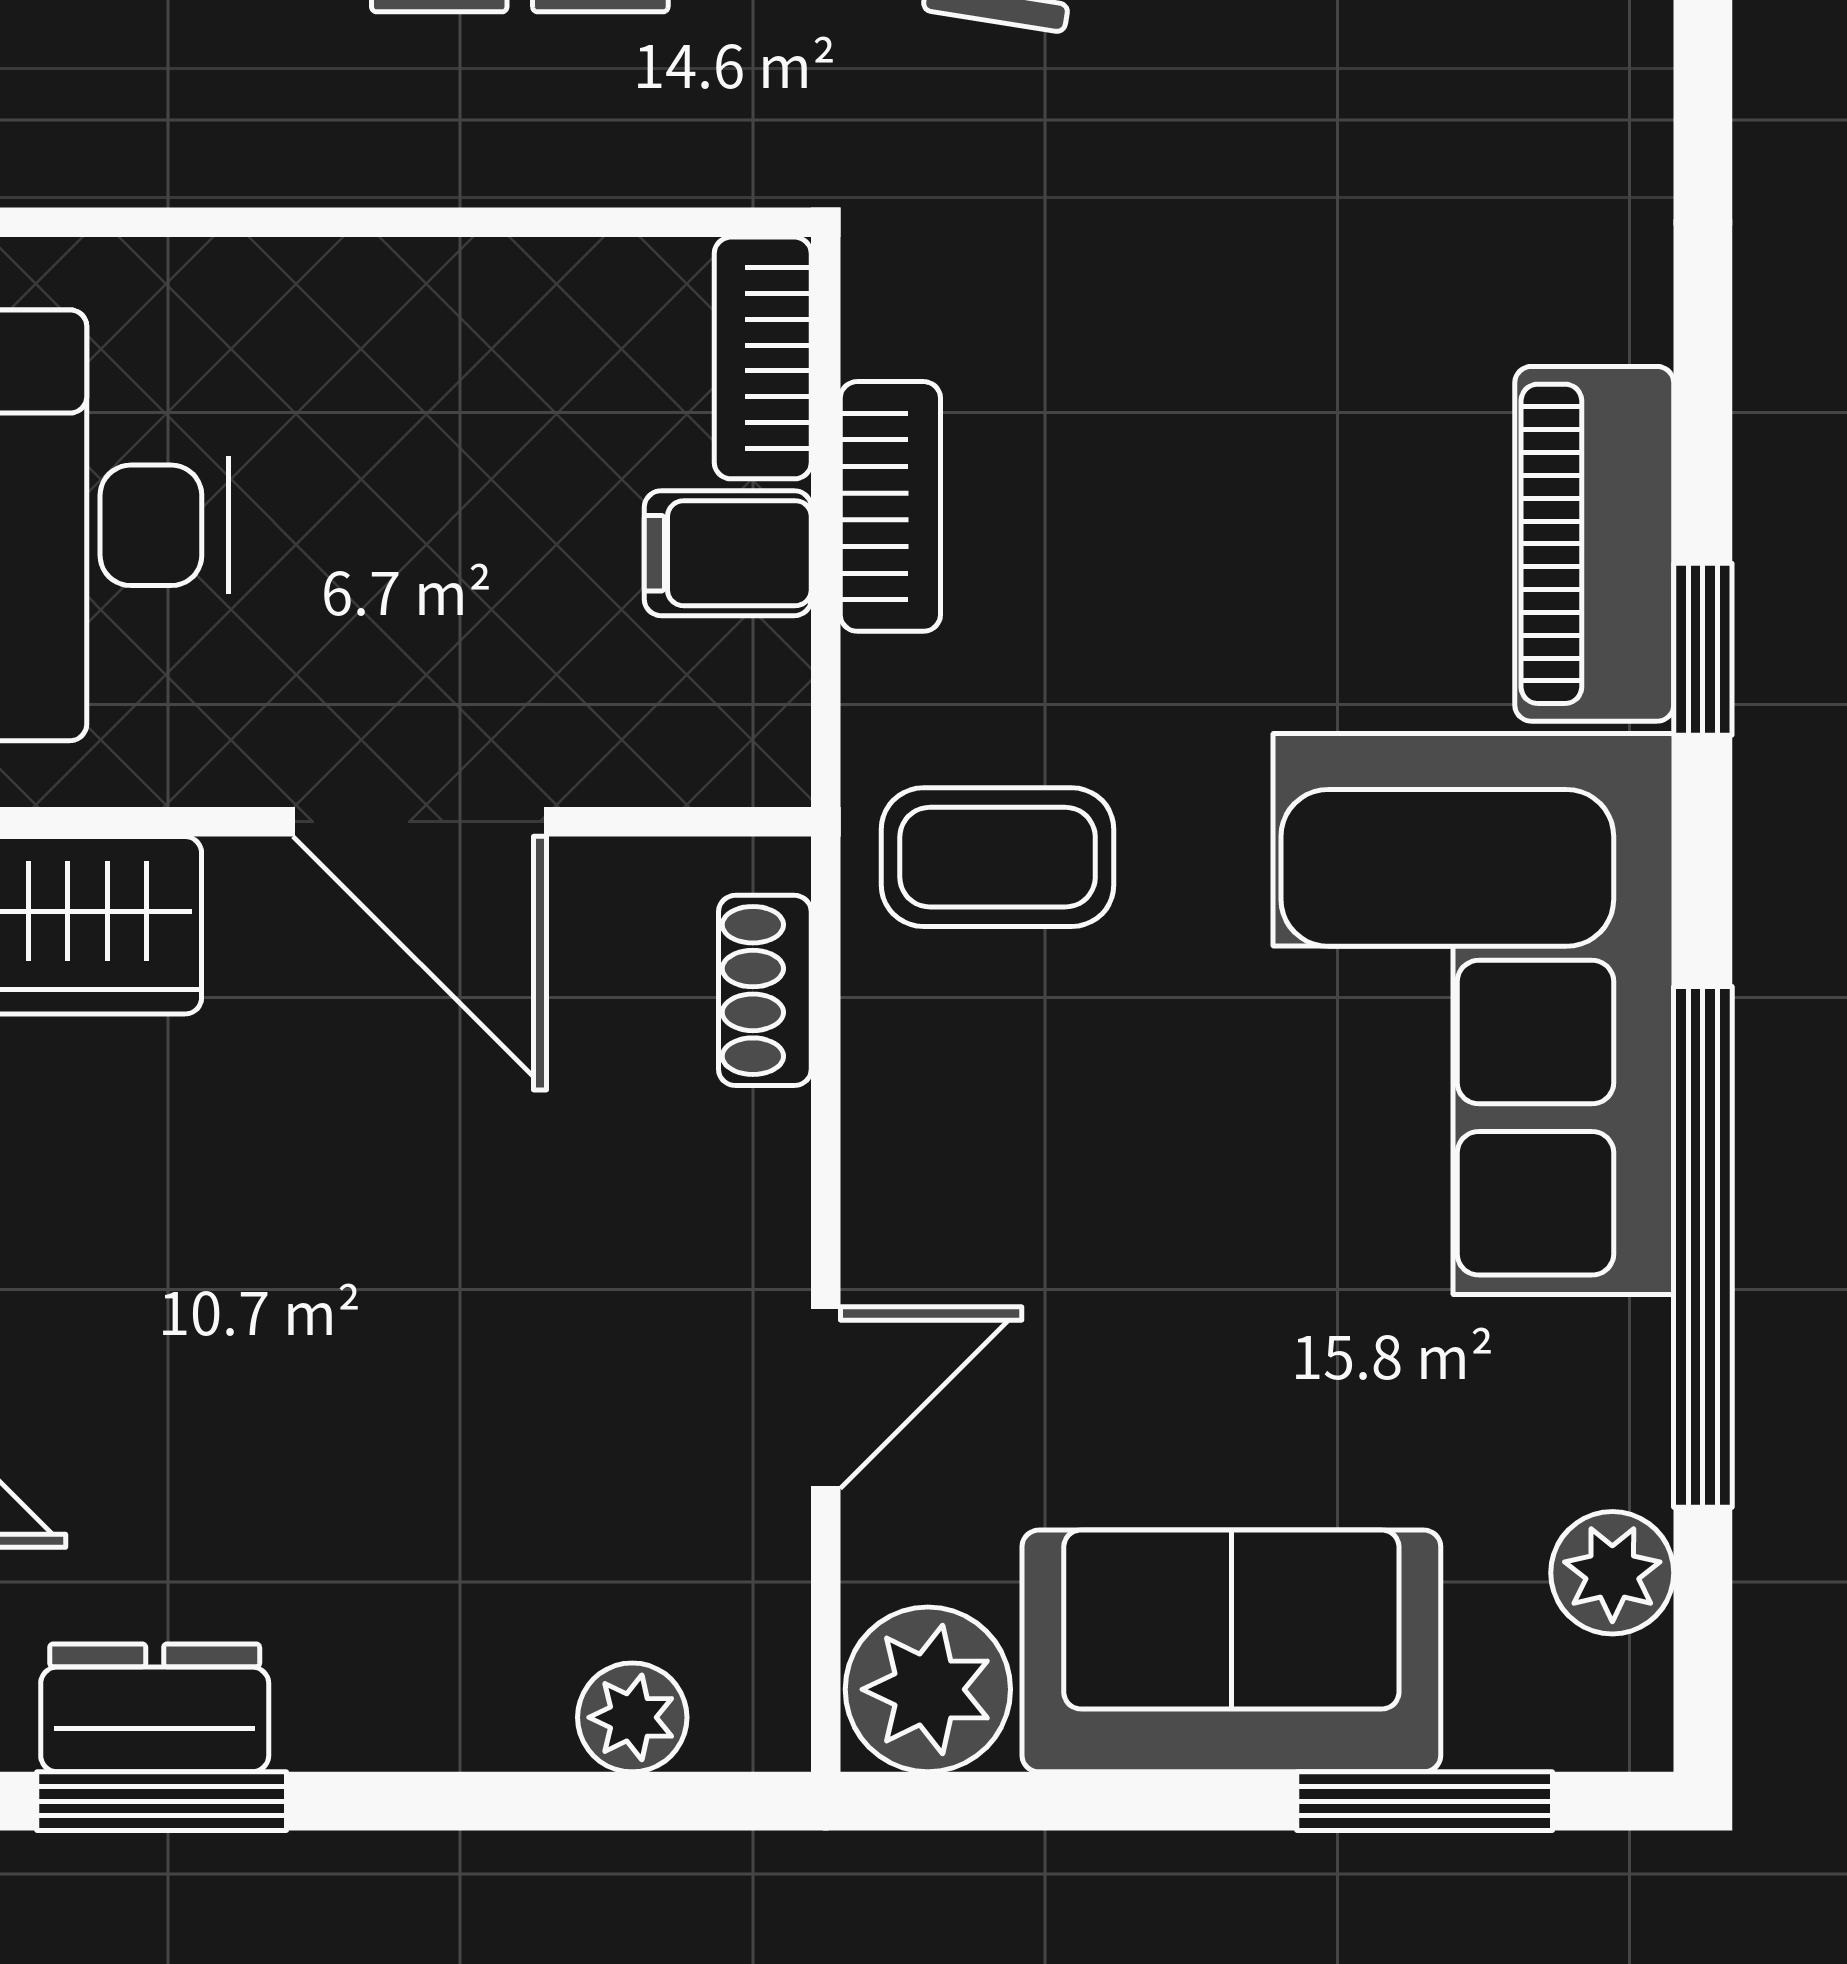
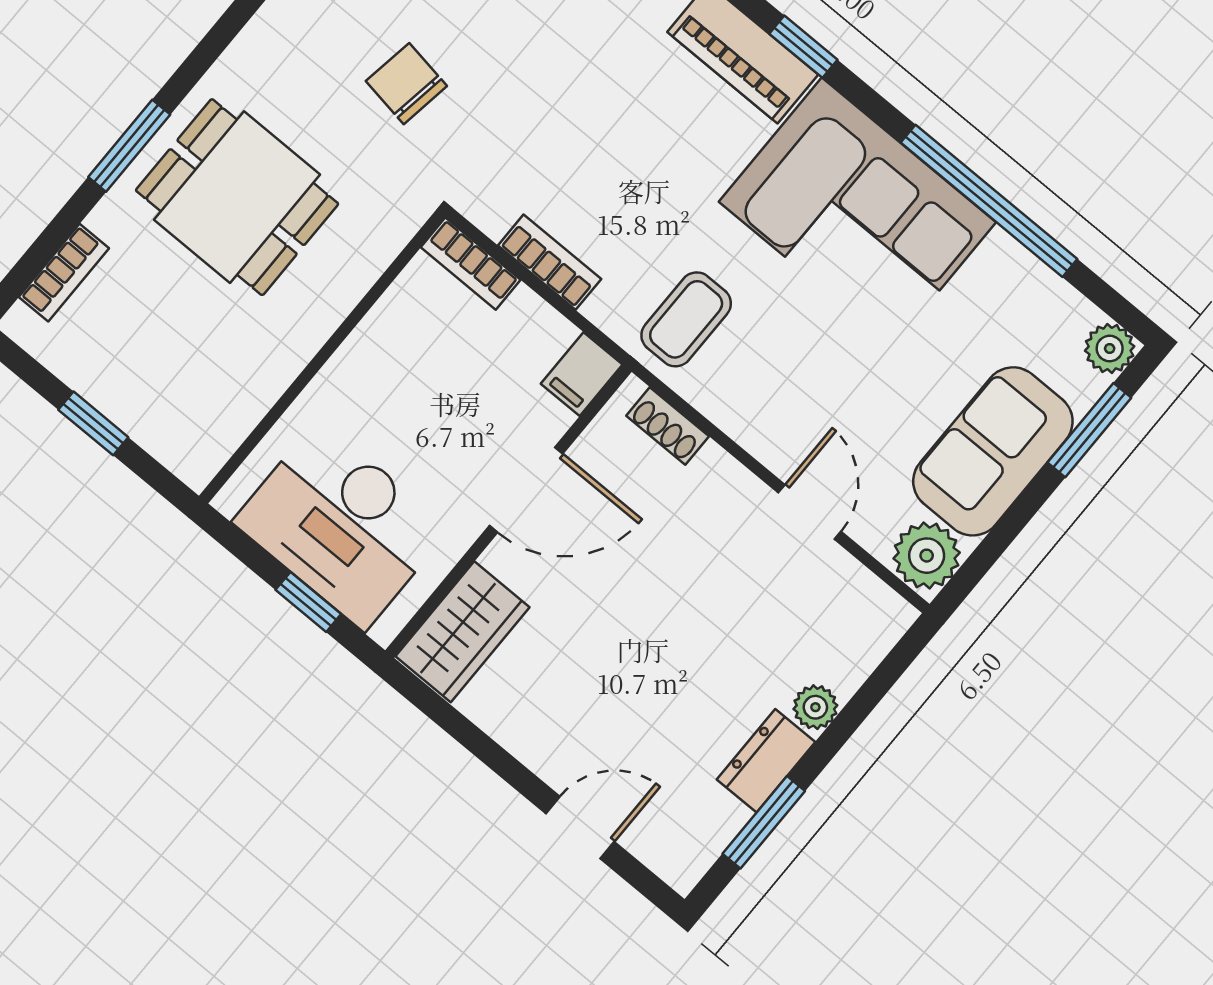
filing cabinet: (728, 553) -> (582, 374), moved
plant: (1612, 1573) -> (1110, 348), moved
dresser: (155, 1708) -> (766, 761), moved
plant: (632, 1717) -> (815, 707), moved

